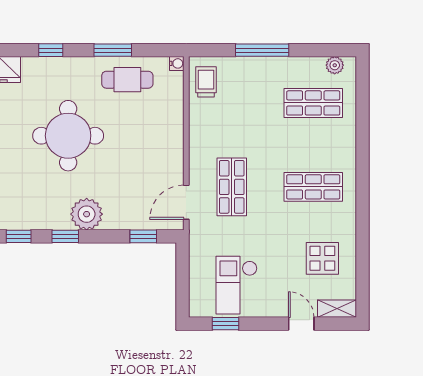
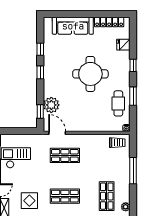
shop shelf: (313, 187) -> (65, 196), turned 90
plant: (87, 214) -> (51, 105), moved

